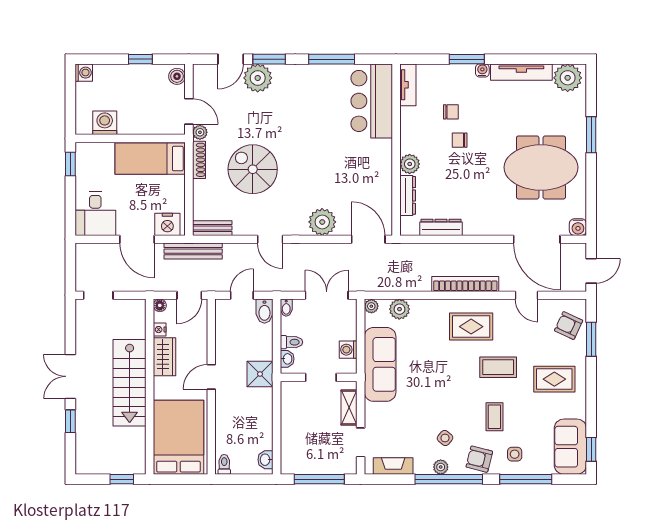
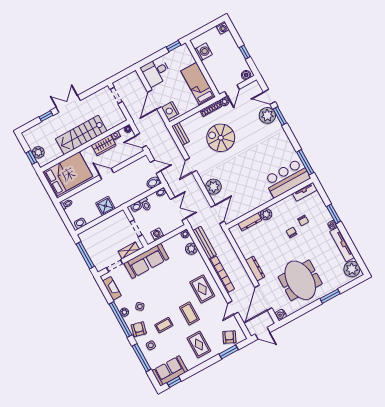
window: (332, 59) -> (305, 162), moved
spiral stairs: (253, 169) -> (221, 138), turned -90
dresser: (441, 227) -> (255, 269), moved
bench: (193, 251) -> (205, 243), moved
sofa: (380, 364) -> (146, 261), moved
shower: (260, 374) -> (105, 206), moved
plant: (120, 464) -> (38, 152), added

